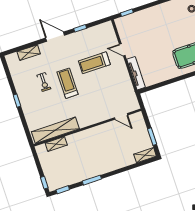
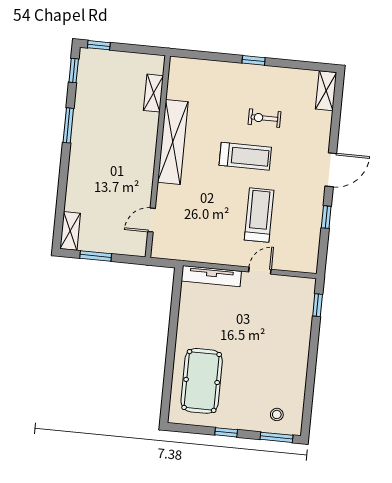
shelving: (29, 53) -> (326, 91), moved
shelving: (55, 130) -> (173, 142), moved

